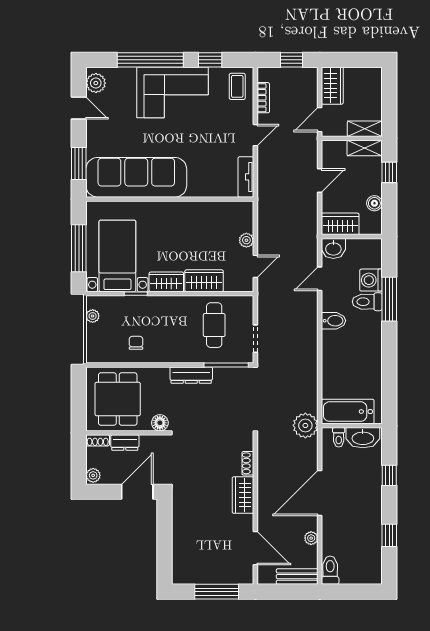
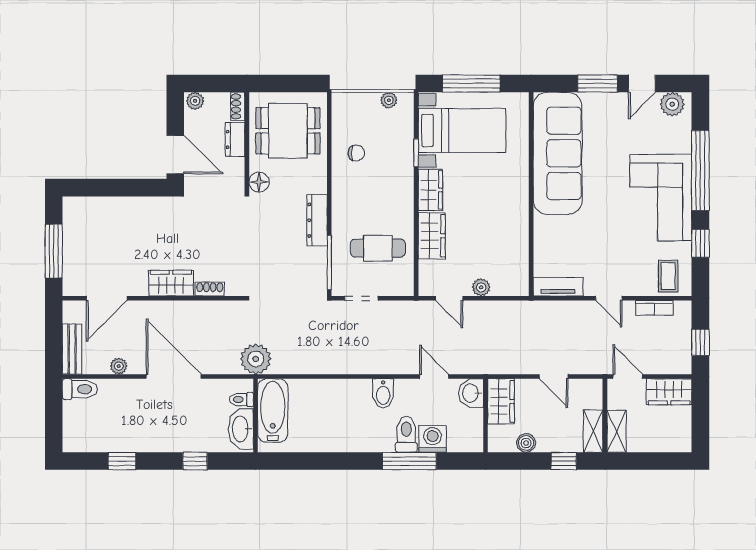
coffee table: (237, 86) -> (668, 276), turned 90
window: (79, 164) -> (597, 83), moved

